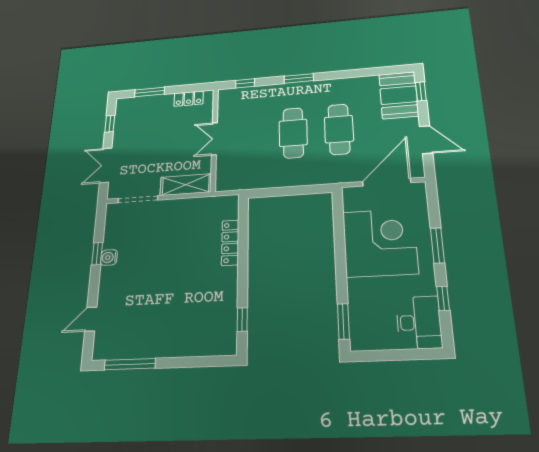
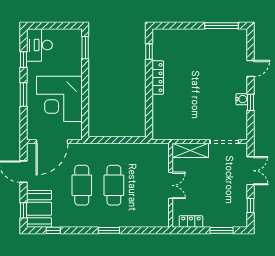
window: (245, 83) -> (53, 230), moved
locker: (230, 243) -> (158, 78), moved
door: (91, 319) -> (251, 69), moved

